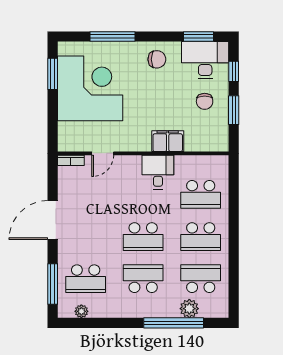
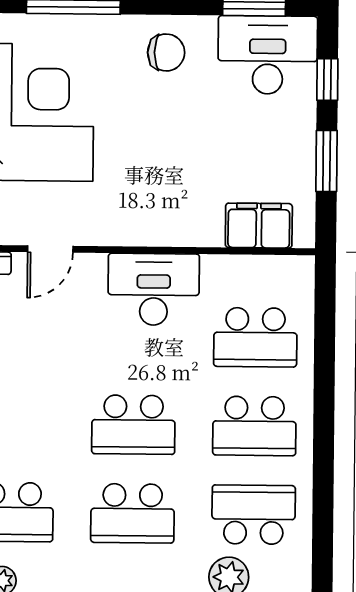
chair: (205, 101) -> (266, 142), removed
filing cabinet: (168, 141) -> (259, 226), moved
desk: (158, 172) -> (154, 289), width x1.37
school desk: (143, 279) -> (133, 513), turned 180

